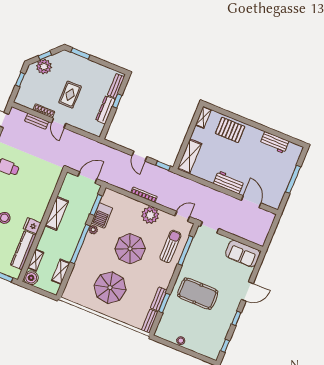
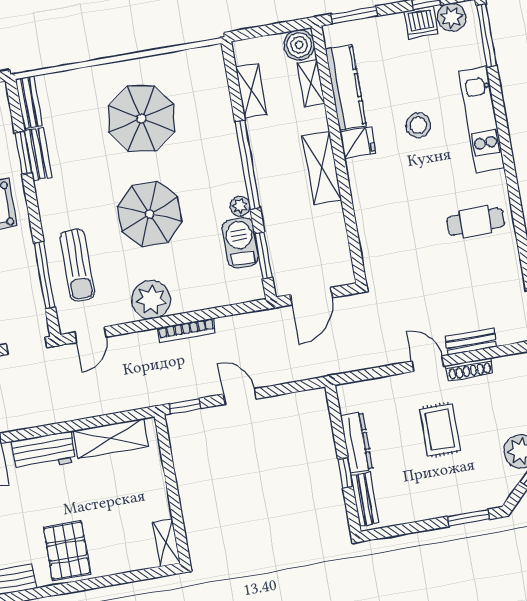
pallet: (230, 130) -> (67, 551), moved, turned 90
shelving: (190, 156) -> (111, 439), moved, turned 90
shelving: (57, 213) -> (322, 168), moved

